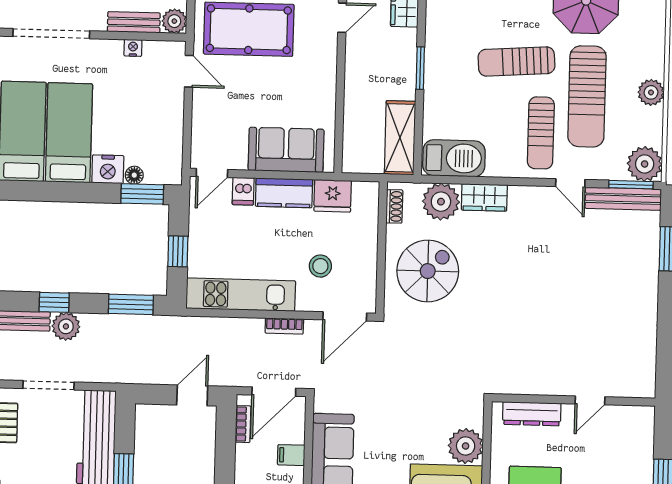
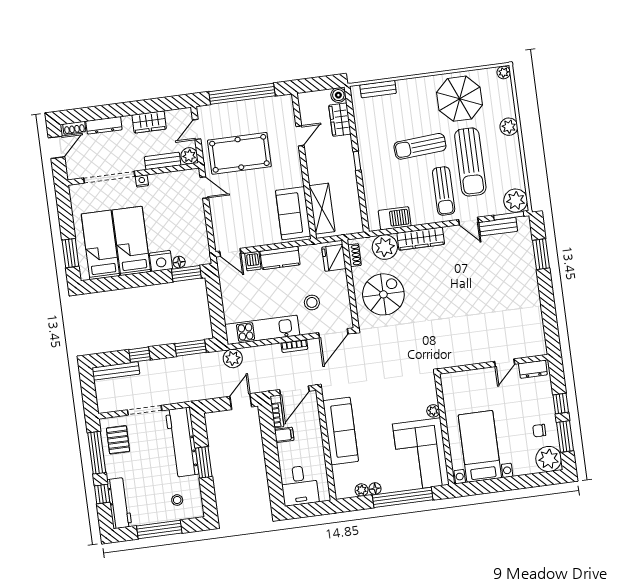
nightstand: (133, 48) -> (142, 181), moved
window: (420, 68) -> (357, 161), width x0.67
plant: (651, 92) -> (509, 127), moved
shelving: (400, 138) -> (322, 209), moved
sofa: (286, 150) -> (293, 213), moved, turned -90
barbecue: (454, 158) -> (395, 218), width x0.73, depth x0.83
door: (212, 173) -> (230, 252), hinge flipped
fridge: (333, 196) -> (334, 258), moved, turned 90
wardrobe: (484, 197) -> (421, 239), width x1.50
bench: (623, 199) -> (498, 227), width x0.73
window: (178, 251) -> (216, 308), removed
plant: (66, 326) -> (233, 358), moved
dresser: (532, 414) -> (533, 369), moved, width x0.70
plant: (466, 446) -> (433, 411), width x0.53, depth x0.53
filing cabinet: (291, 455) -> (284, 435), moved, turned 180

